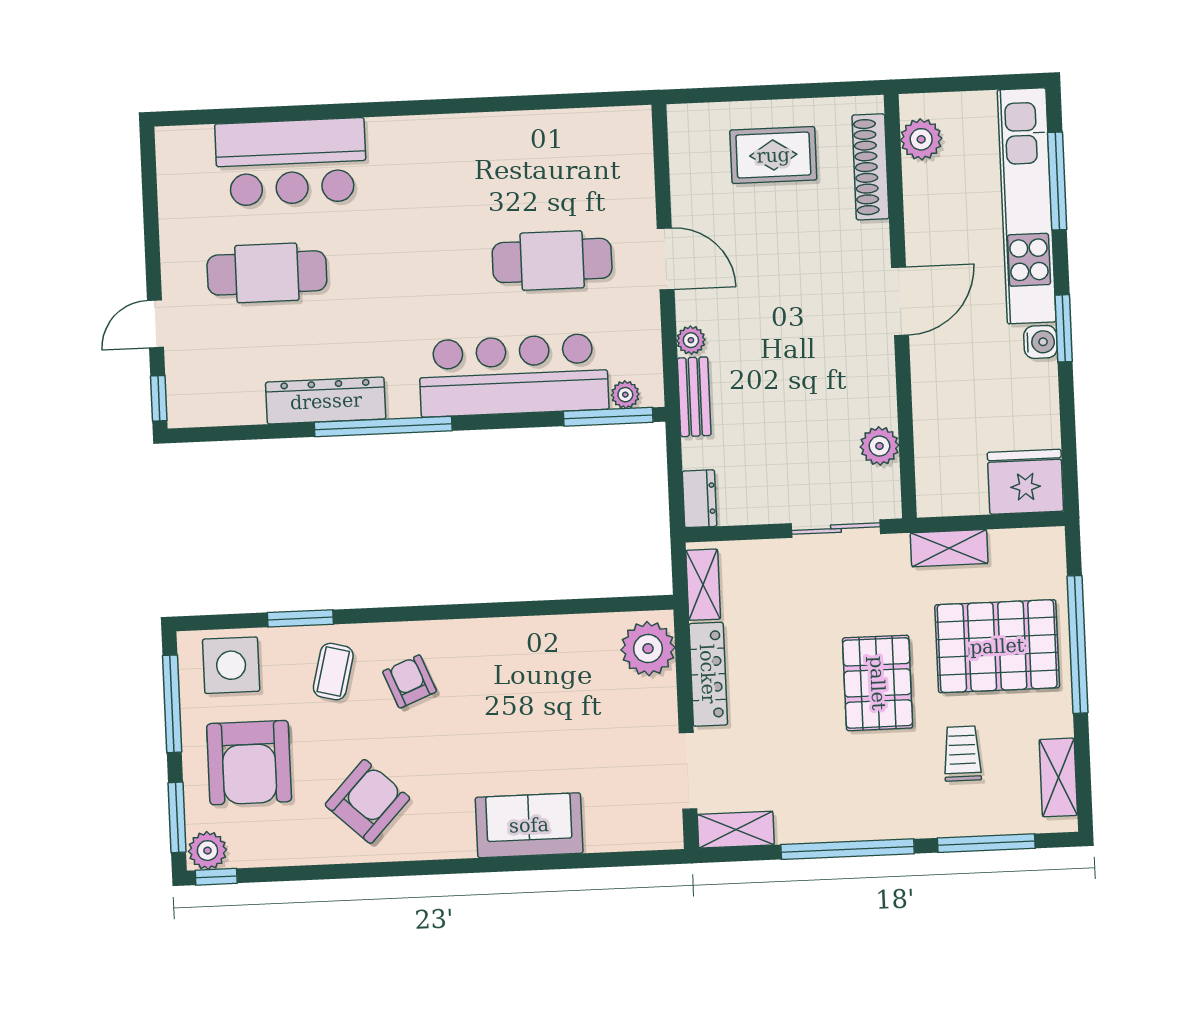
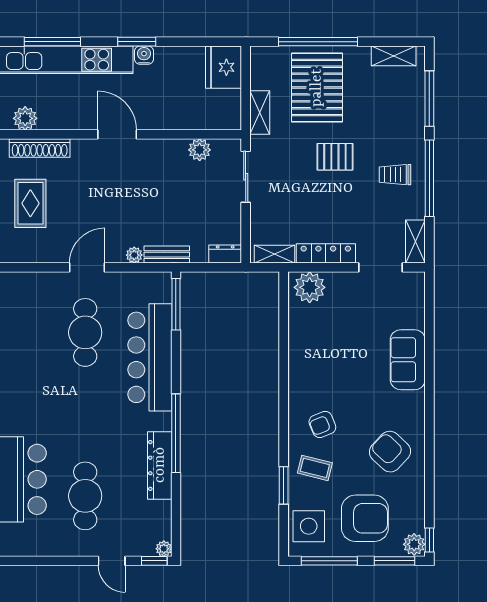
plant: (625, 395) -> (164, 549), moved
pallet: (878, 683) -> (335, 157), width x0.67, depth x0.71
trolley: (962, 754) -> (395, 175), moved

